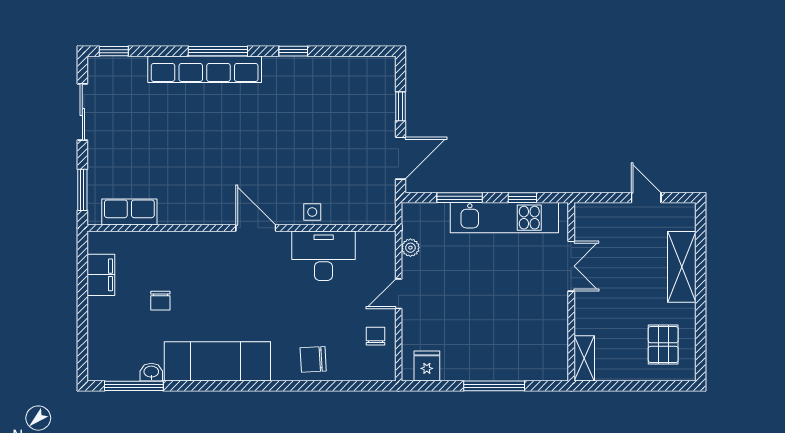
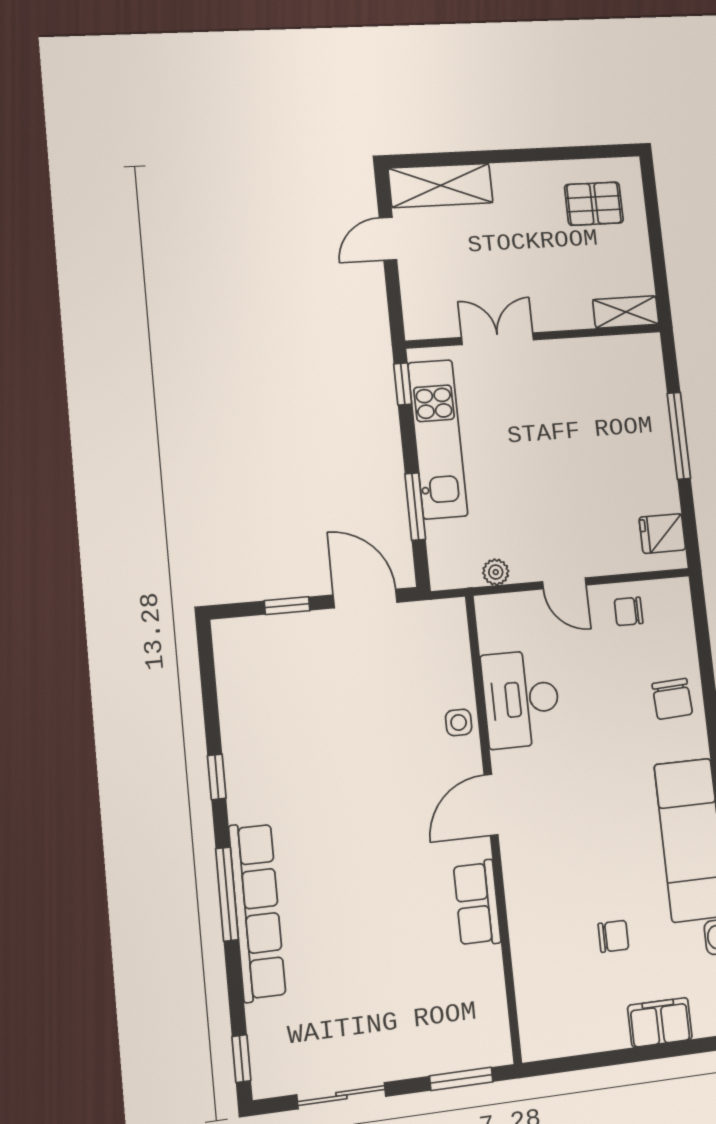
window: (522, 198) -> (403, 384), moved
row of seats: (129, 212) -> (477, 903), moved
shelving: (682, 267) -> (441, 185), moved
filing cabinet: (101, 275) -> (660, 1022), moved

